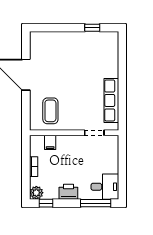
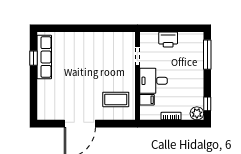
row of seats: (111, 100) -> (44, 57), moved, turned -90
desk: (105, 187) -> (154, 81), moved, turned -90
printer: (68, 192) -> (168, 39), moved, turned -90

